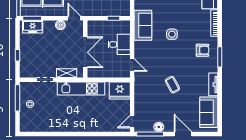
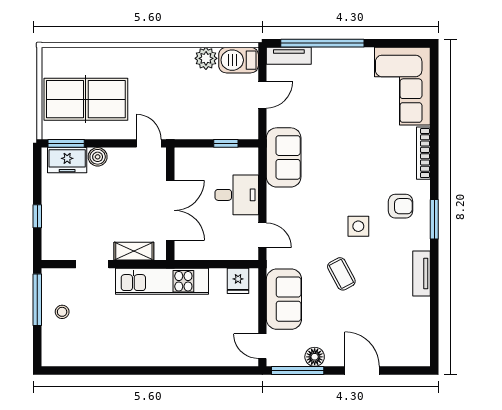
boiler: (60, 25) -> (98, 157), moved
side table: (172, 34) -> (358, 226), moved
fridge: (120, 90) -> (238, 281), width x0.53, depth x0.75
sofa: (209, 112) -> (284, 299), moved, turned 180
door: (132, 122) -> (262, 346), hinge flipped

